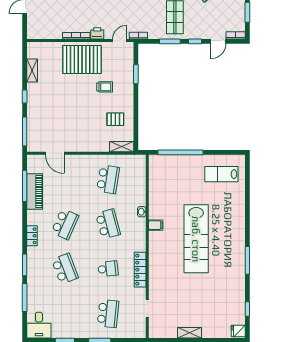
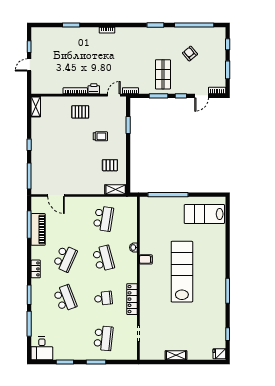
pallet: (82, 59) -> (80, 112), width x0.49, depth x0.50
shelving: (32, 71) -> (36, 107), moved
lab bench: (221, 174) -> (204, 214), width x1.36, depth x1.39
lab bench: (196, 239) -> (182, 272), turned 180

